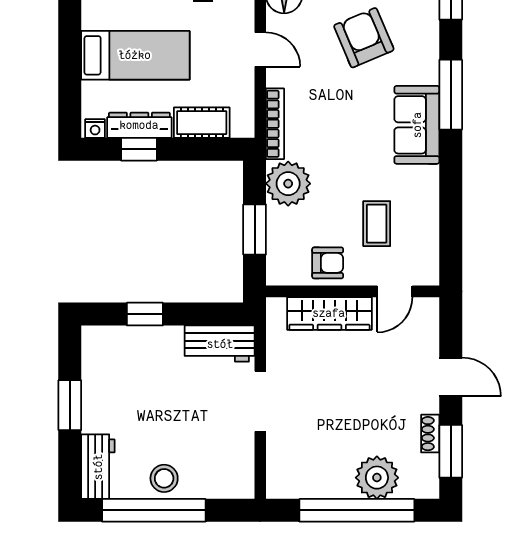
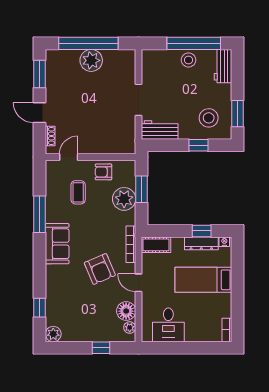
armchair: (364, 38) -> (100, 269), moved
window: (451, 95) -> (40, 214), moved
cot: (202, 123) -> (156, 245), moved
plant: (288, 184) -> (124, 199), moved
wardrobe: (329, 313) -> (103, 146), removed
stool: (125, 367) -> (209, 118), added
window: (70, 405) -> (237, 114), moved
shoe rack: (430, 434) -> (50, 136), moved
plant: (377, 478) -> (91, 60), moved

